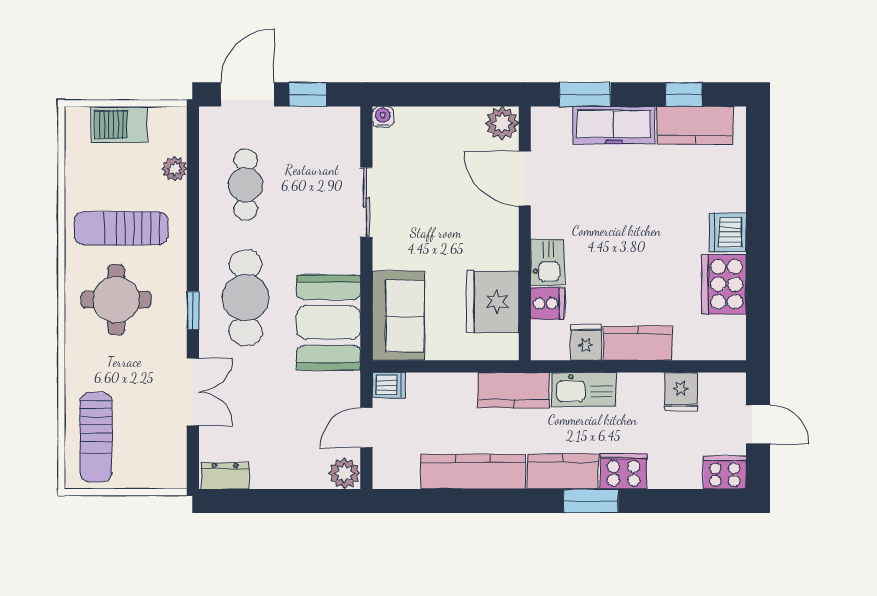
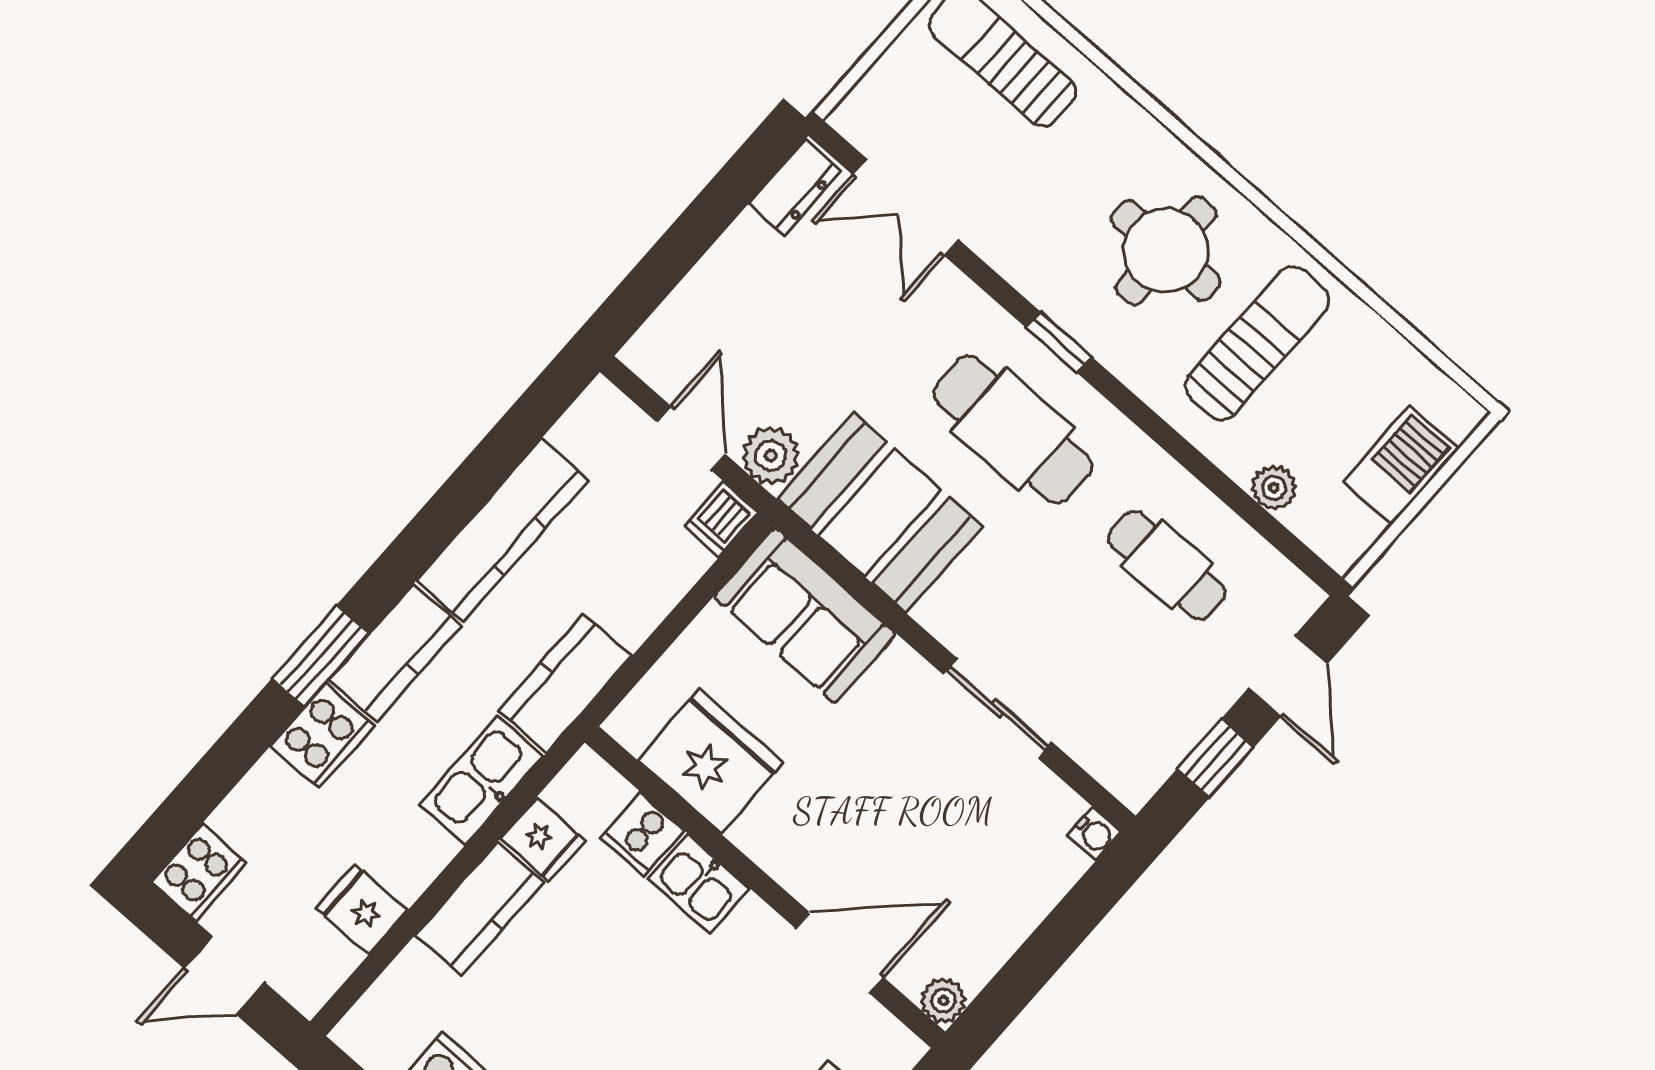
door: (247, 94) -> (1288, 676), width x0.73
plant: (502, 123) -> (943, 1000), width x0.73, depth x0.73
double door: (193, 392) -> (906, 207), moved
plant: (345, 473) -> (771, 456), moved

